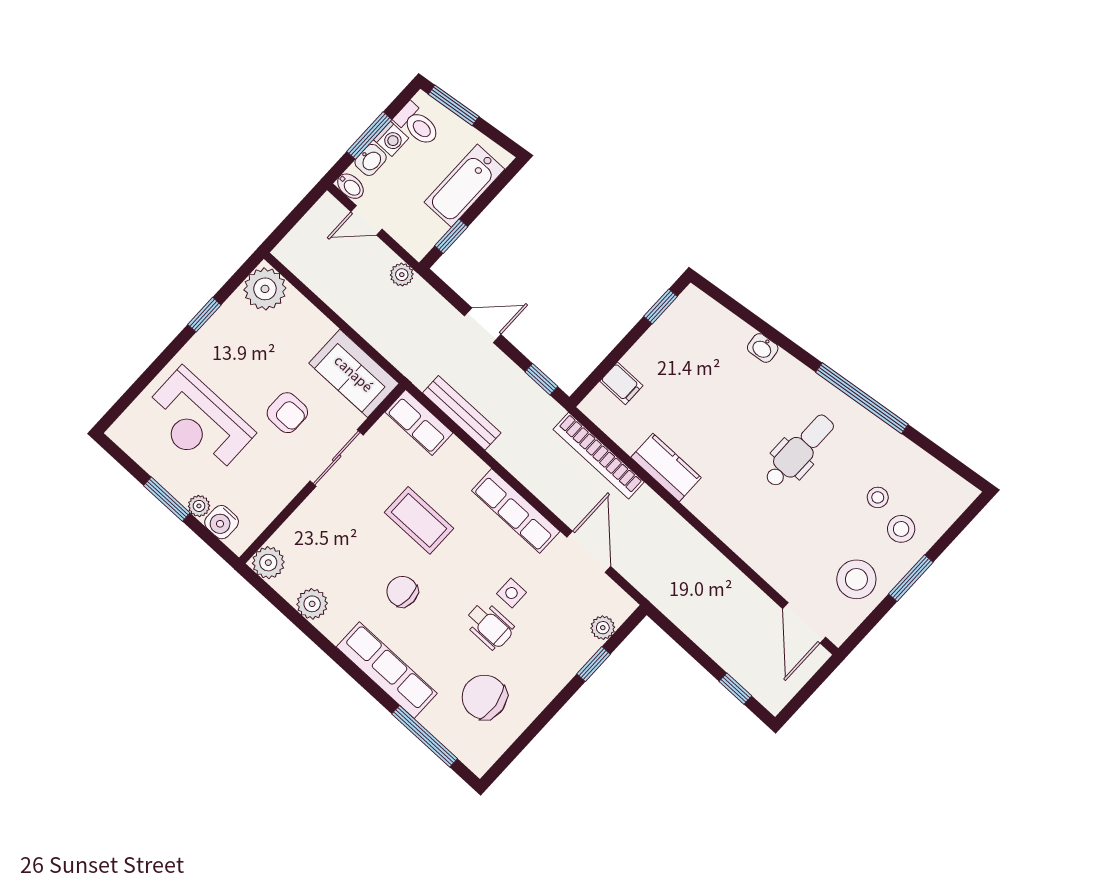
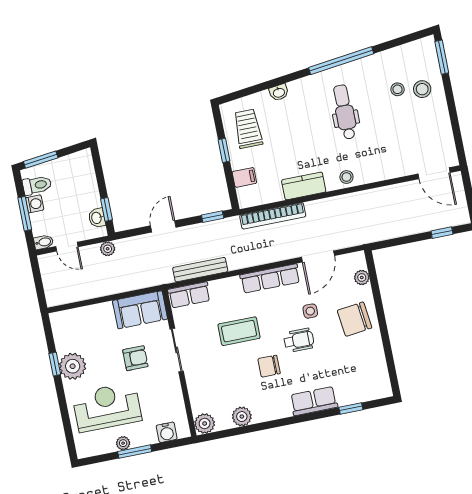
washbasin: (371, 160) -> (97, 218), moved, turned 180
bathtub: (464, 186) -> (86, 184), removed
door: (367, 220) -> (67, 247), hinge flipped
plant: (265, 289) -> (73, 366), moved
window: (661, 306) -> (224, 150), moved
trolley: (687, 342) -> (248, 129), added
reception desk: (198, 422) -> (107, 407), turned 180
plant: (199, 506) -> (123, 443), moved
door: (589, 552) -> (318, 256), swing flipped
window: (911, 578) -> (442, 57), moved
stool: (856, 579) -> (346, 177), moved, width x0.53, depth x0.53
wheelchair: (489, 626) -> (299, 340), moved
window: (594, 664) -> (377, 296), removed
row of seats: (387, 670) -> (314, 401), width x0.68
chair: (484, 697) -> (355, 319), moved
window: (425, 736) -> (351, 408), width x0.46

